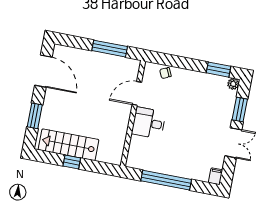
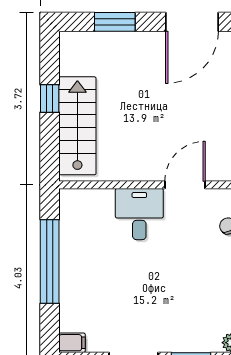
door: (137, 93) -> (185, 185), hinge flipped
stairs: (69, 145) -> (77, 126), moved

